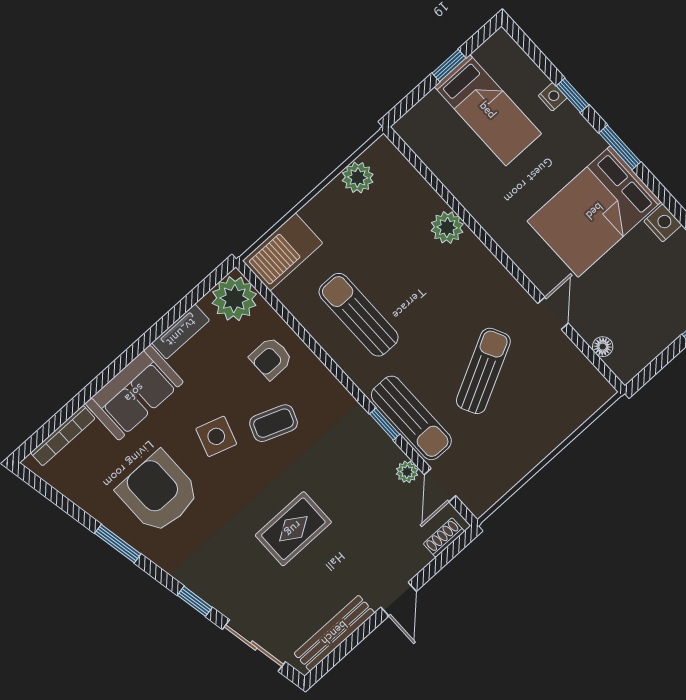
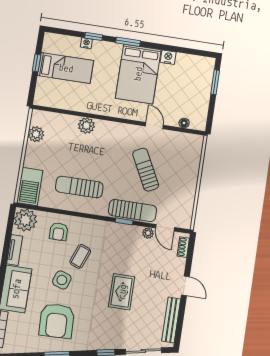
armchair: (158, 492) -> (57, 321), turned -92

